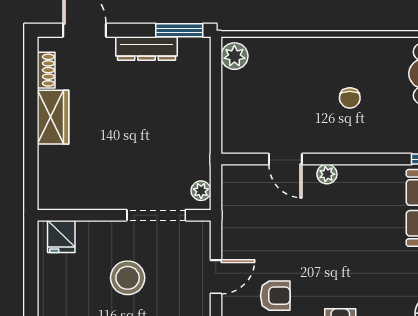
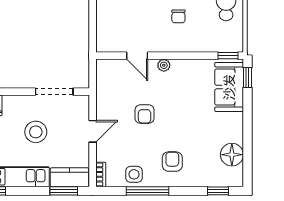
plant: (201, 191) -> (83, 76), removed
armchair: (275, 296) -> (145, 114), moved, turned 90

